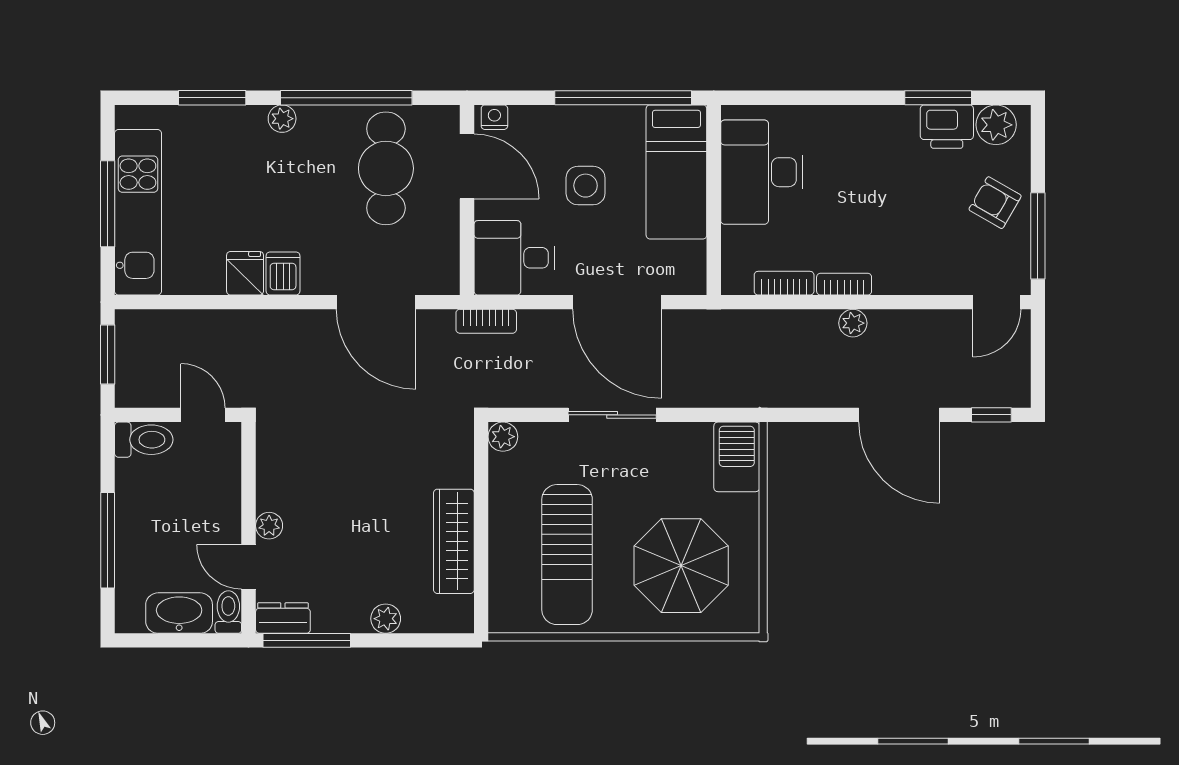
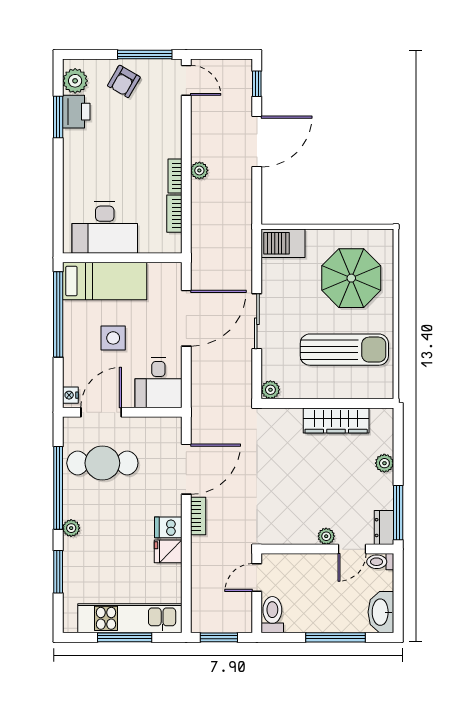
bookcase: (486, 321) -> (198, 516), moved
washbasin: (179, 613) -> (381, 612), moved

